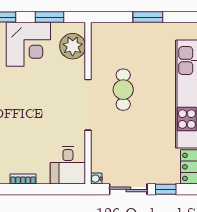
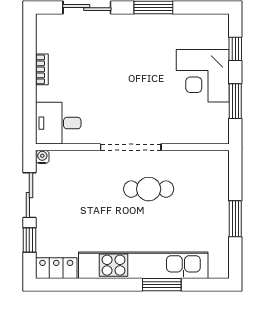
plant: (73, 46) -> (201, 129), removed

